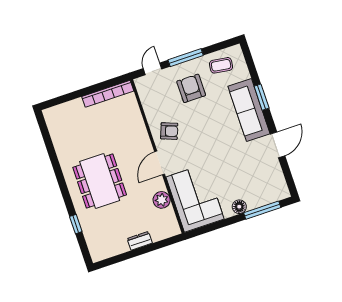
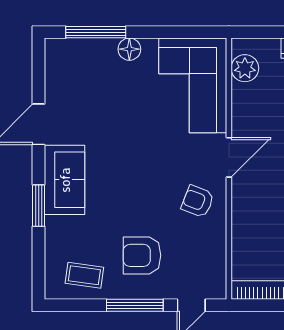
armchair: (191, 88) -> (142, 255), turned 90
sofa: (249, 110) -> (65, 180), width x0.73
plant: (162, 200) -> (245, 68), moved

